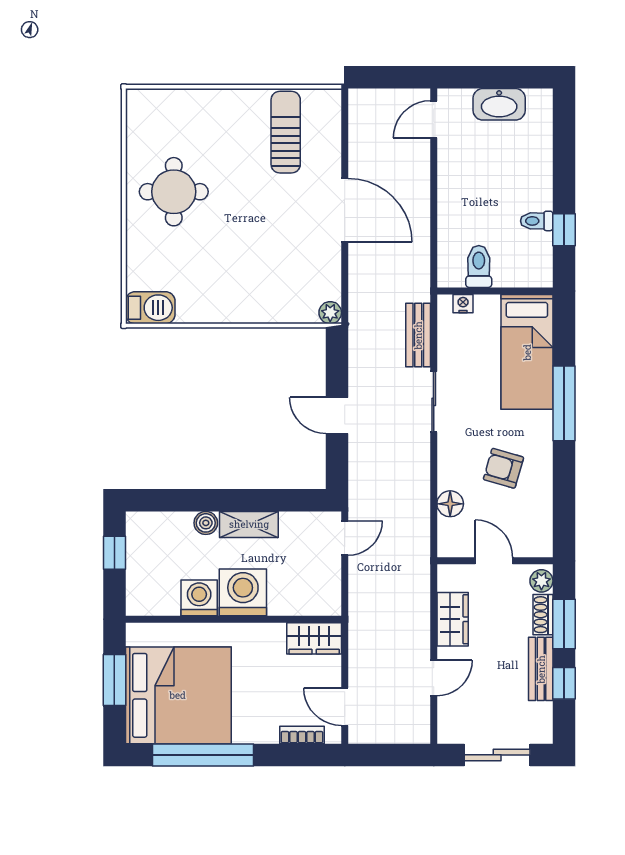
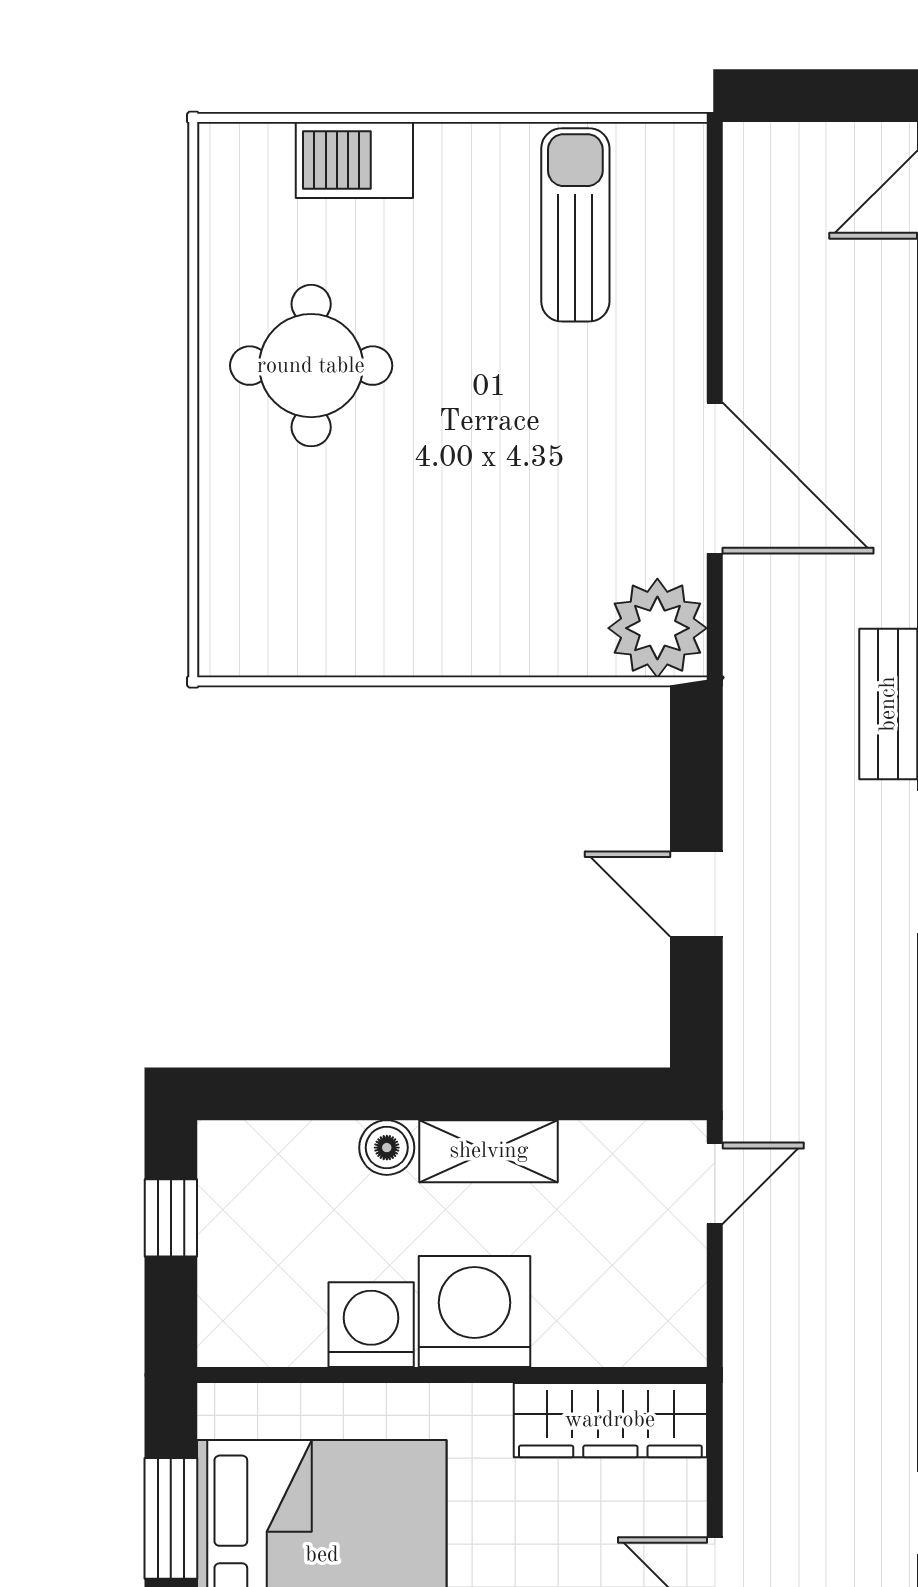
door: (345, 210) -> (715, 478), moved
barbecue: (150, 308) -> (354, 160), moved, turned 180
plant: (330, 313) -> (657, 628), width x1.87, depth x1.87
wardrobe: (314, 638) -> (610, 1420), width x1.50

